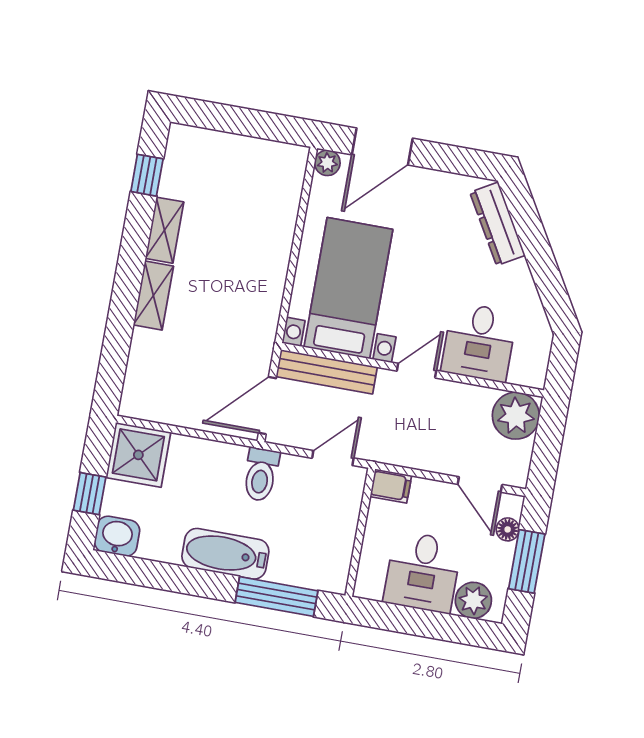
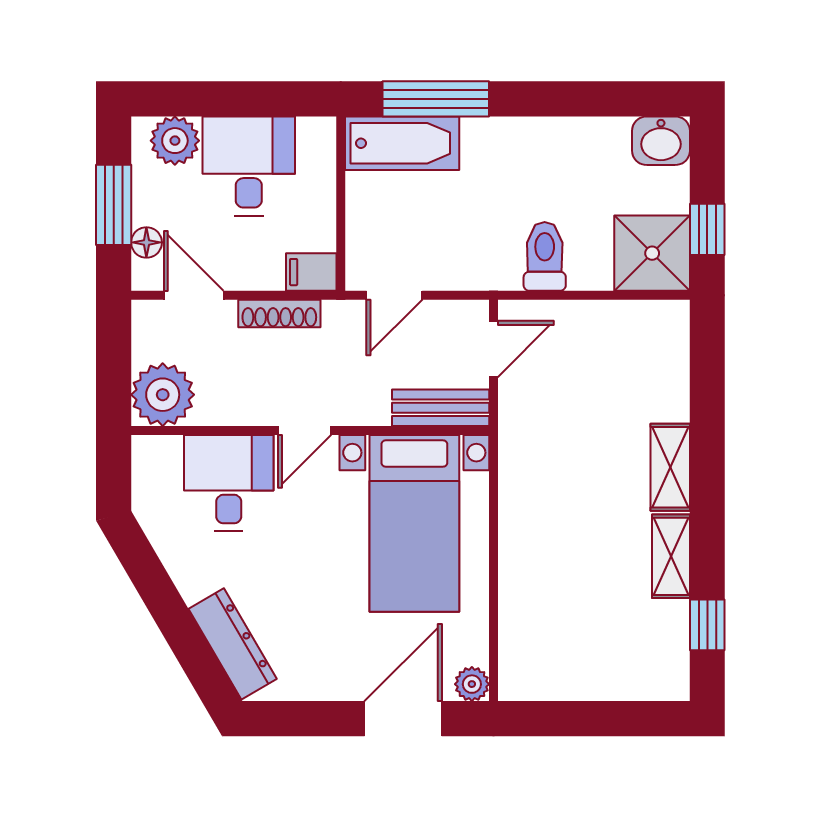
bench: (327, 372) -> (441, 408), width x0.73
door: (267, 406) -> (493, 349), width x0.73
shoe rack: (420, 460) -> (279, 314), added
toilet: (261, 474) -> (545, 256), moved
window: (90, 494) -> (707, 229), moved
bathtub: (225, 554) -> (402, 143), moved

